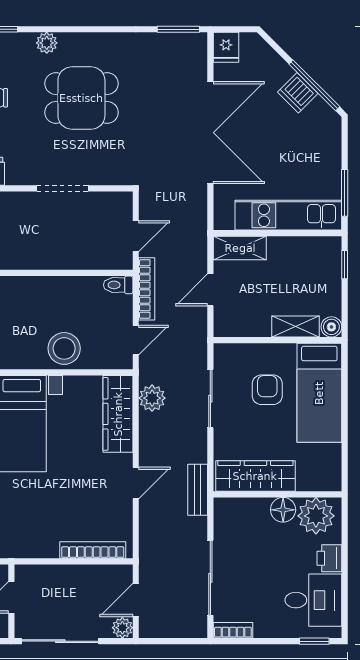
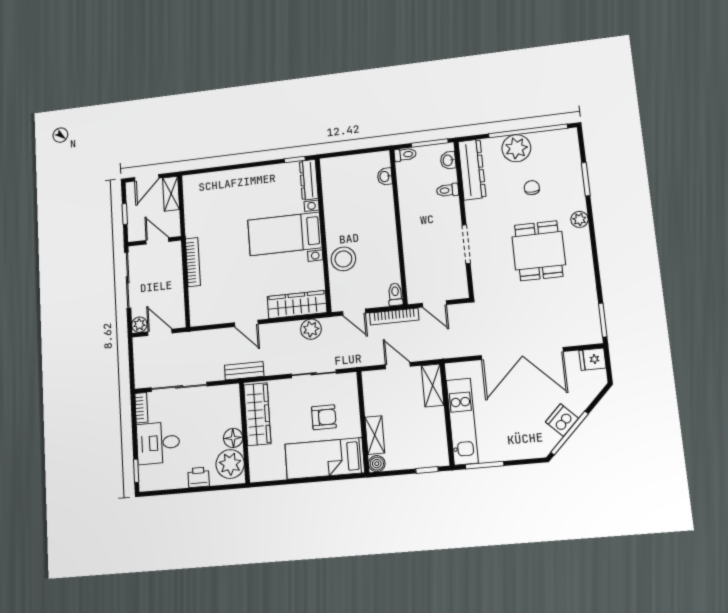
bookcase: (93, 550) -> (193, 262), moved
desk: (313, 600) -> (158, 443), moved, turned 90

